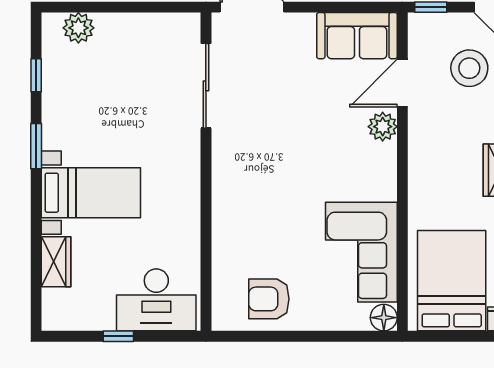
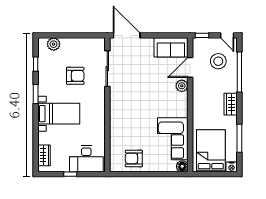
armchair: (130, 103) -> (75, 76), added
wardrobe: (56, 262) -> (44, 155), moved

